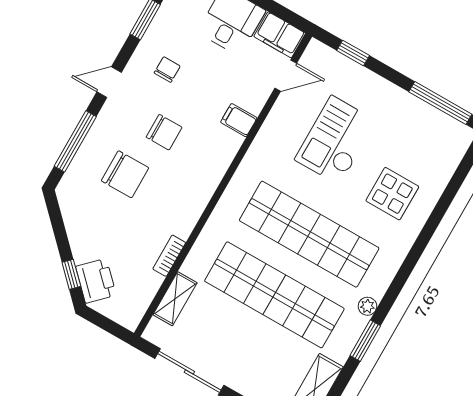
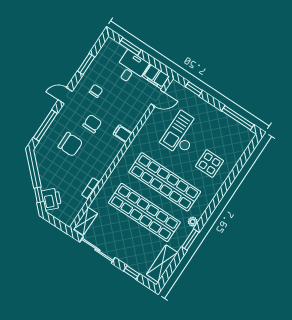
filing cabinet: (239, 120) -> (123, 134), moved
chair: (164, 132) -> (92, 124), turned -90
shelving: (175, 299) -> (86, 221), moved

